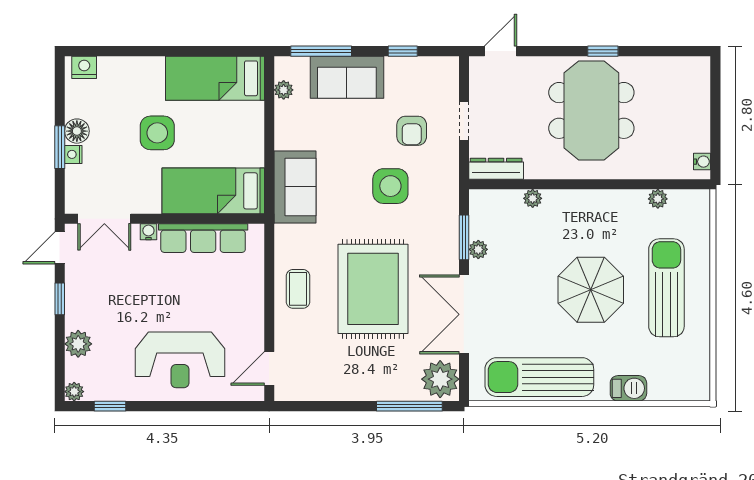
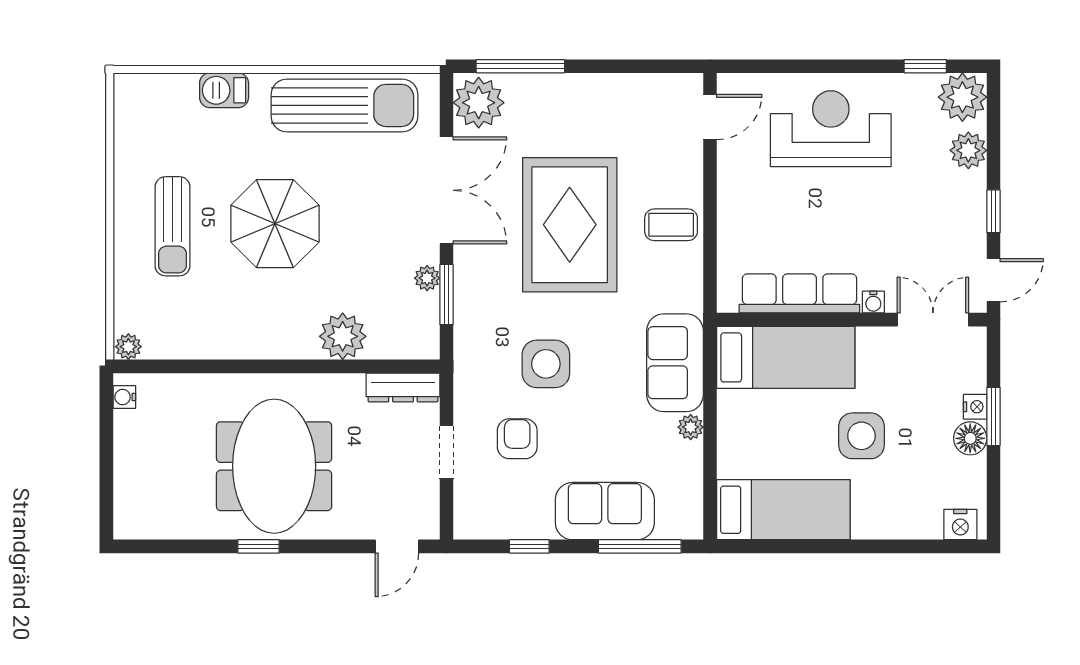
plant: (284, 90) -> (691, 427), moved
plant: (533, 198) -> (343, 336), width x1.88, depth x1.88
plant: (658, 199) -> (128, 347), moved
sun lounger: (666, 288) -> (173, 226), width x0.73, depth x0.75
coffee table: (298, 289) -> (671, 225), turned 90
plant: (74, 392) -> (962, 97), width x1.88, depth x1.88

